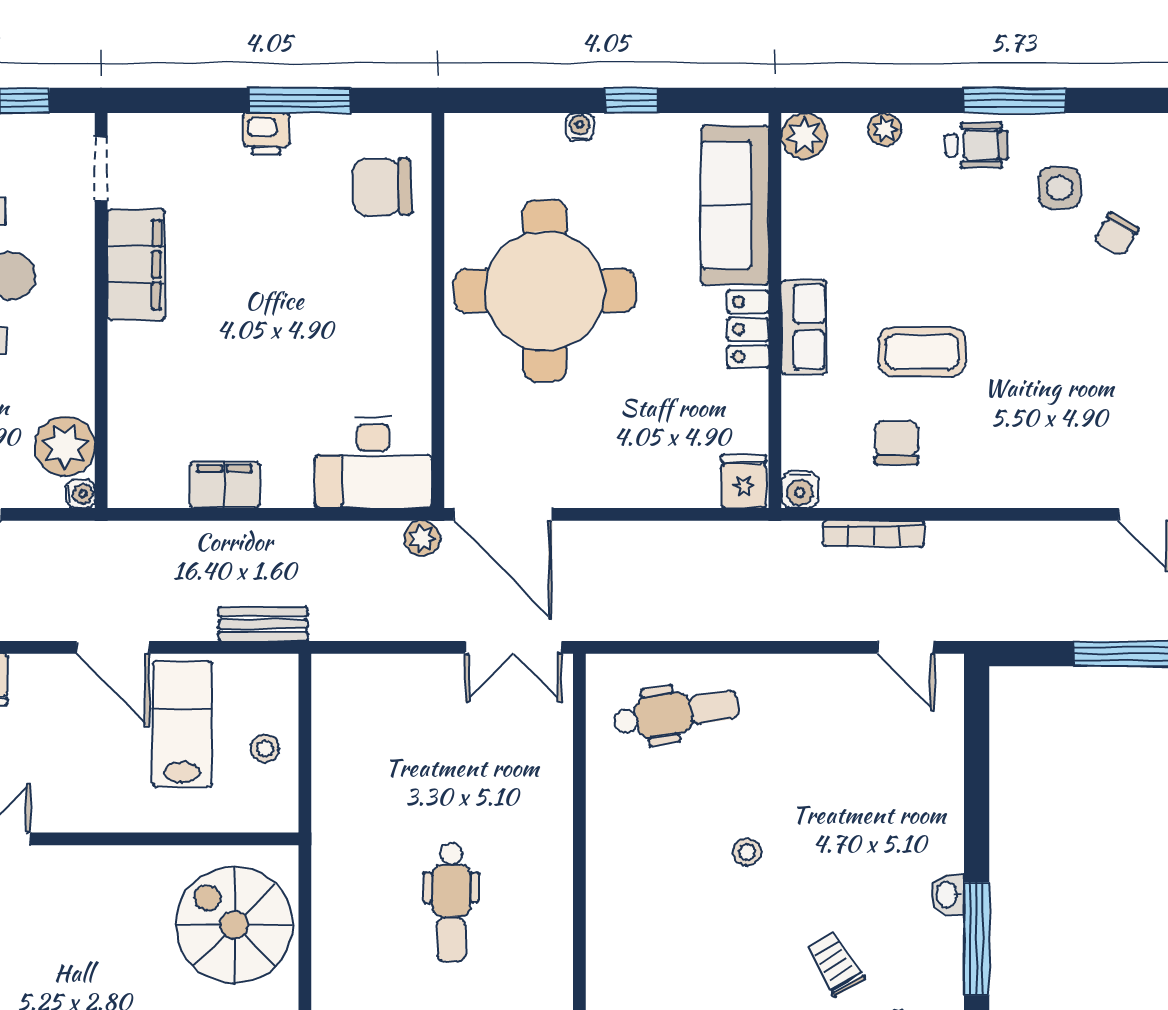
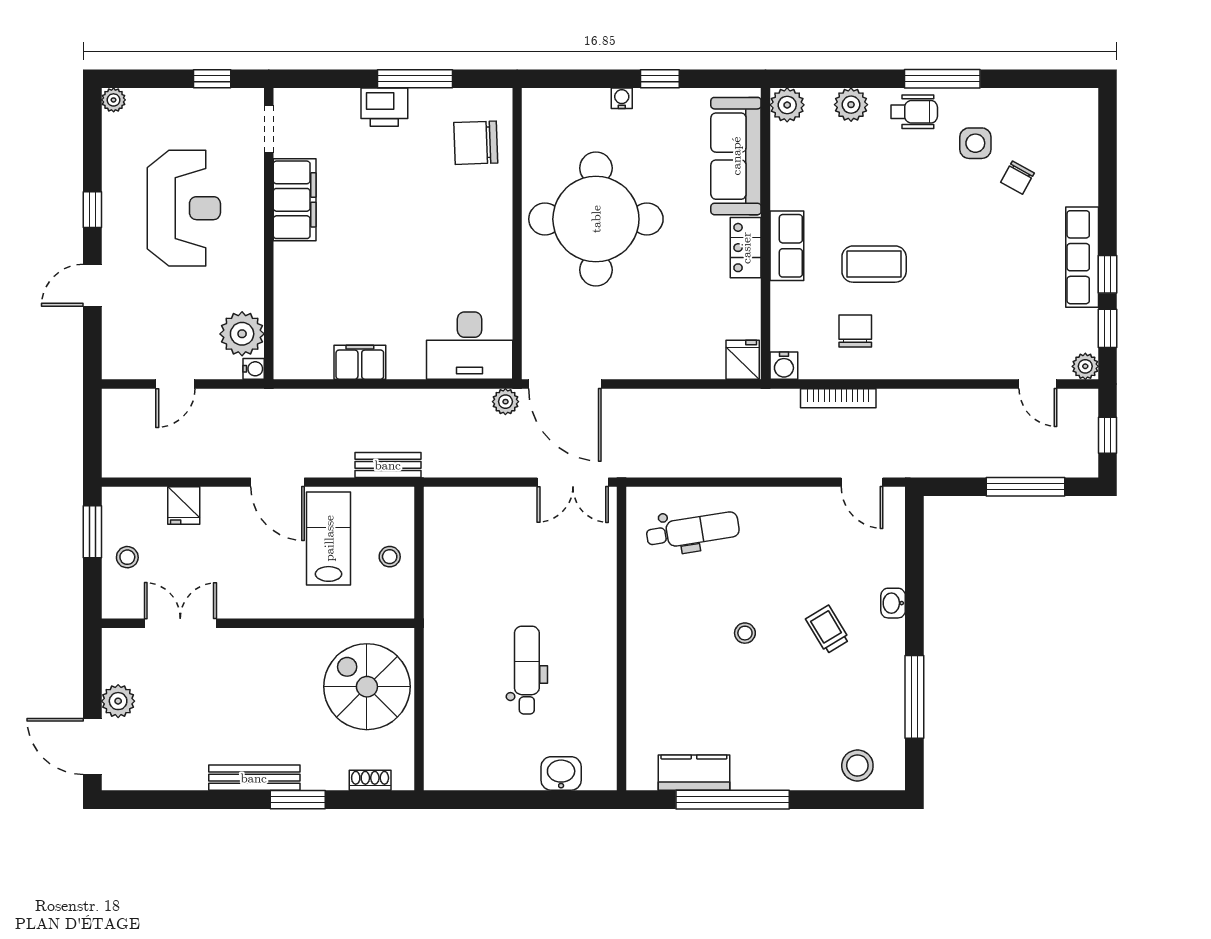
plant: (885, 129) -> (851, 105), width x1.38, depth x1.38
printer: (266, 134) -> (384, 107), width x1.36, depth x1.24
washbasin: (948, 895) -> (893, 603), moved
dental chair: (451, 902) -> (527, 670), turned 180
trolley: (836, 964) -> (828, 629), moved

